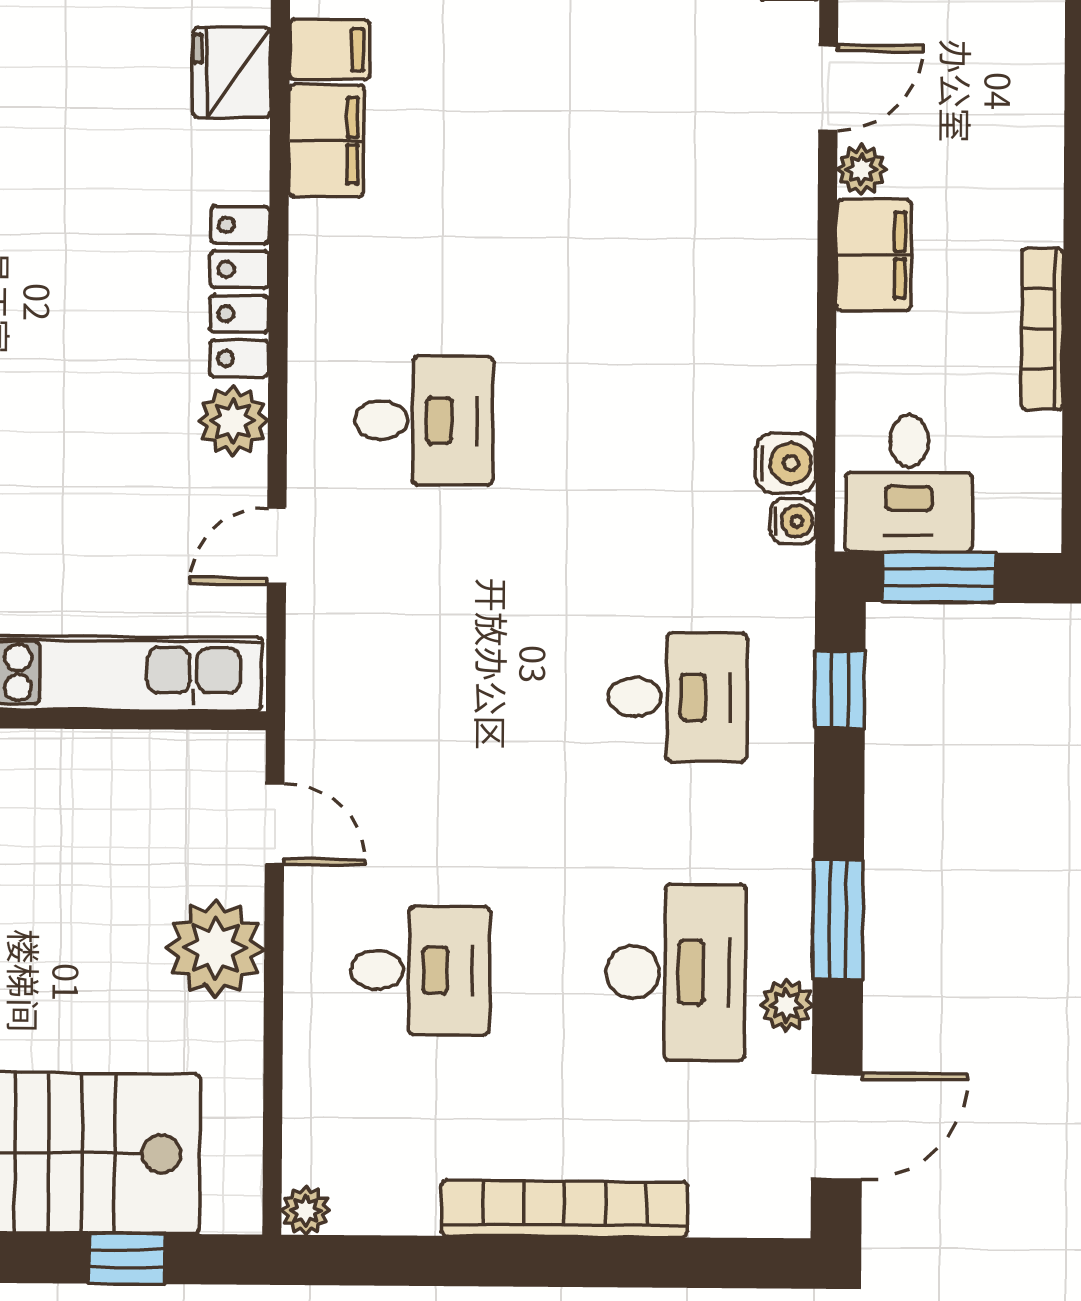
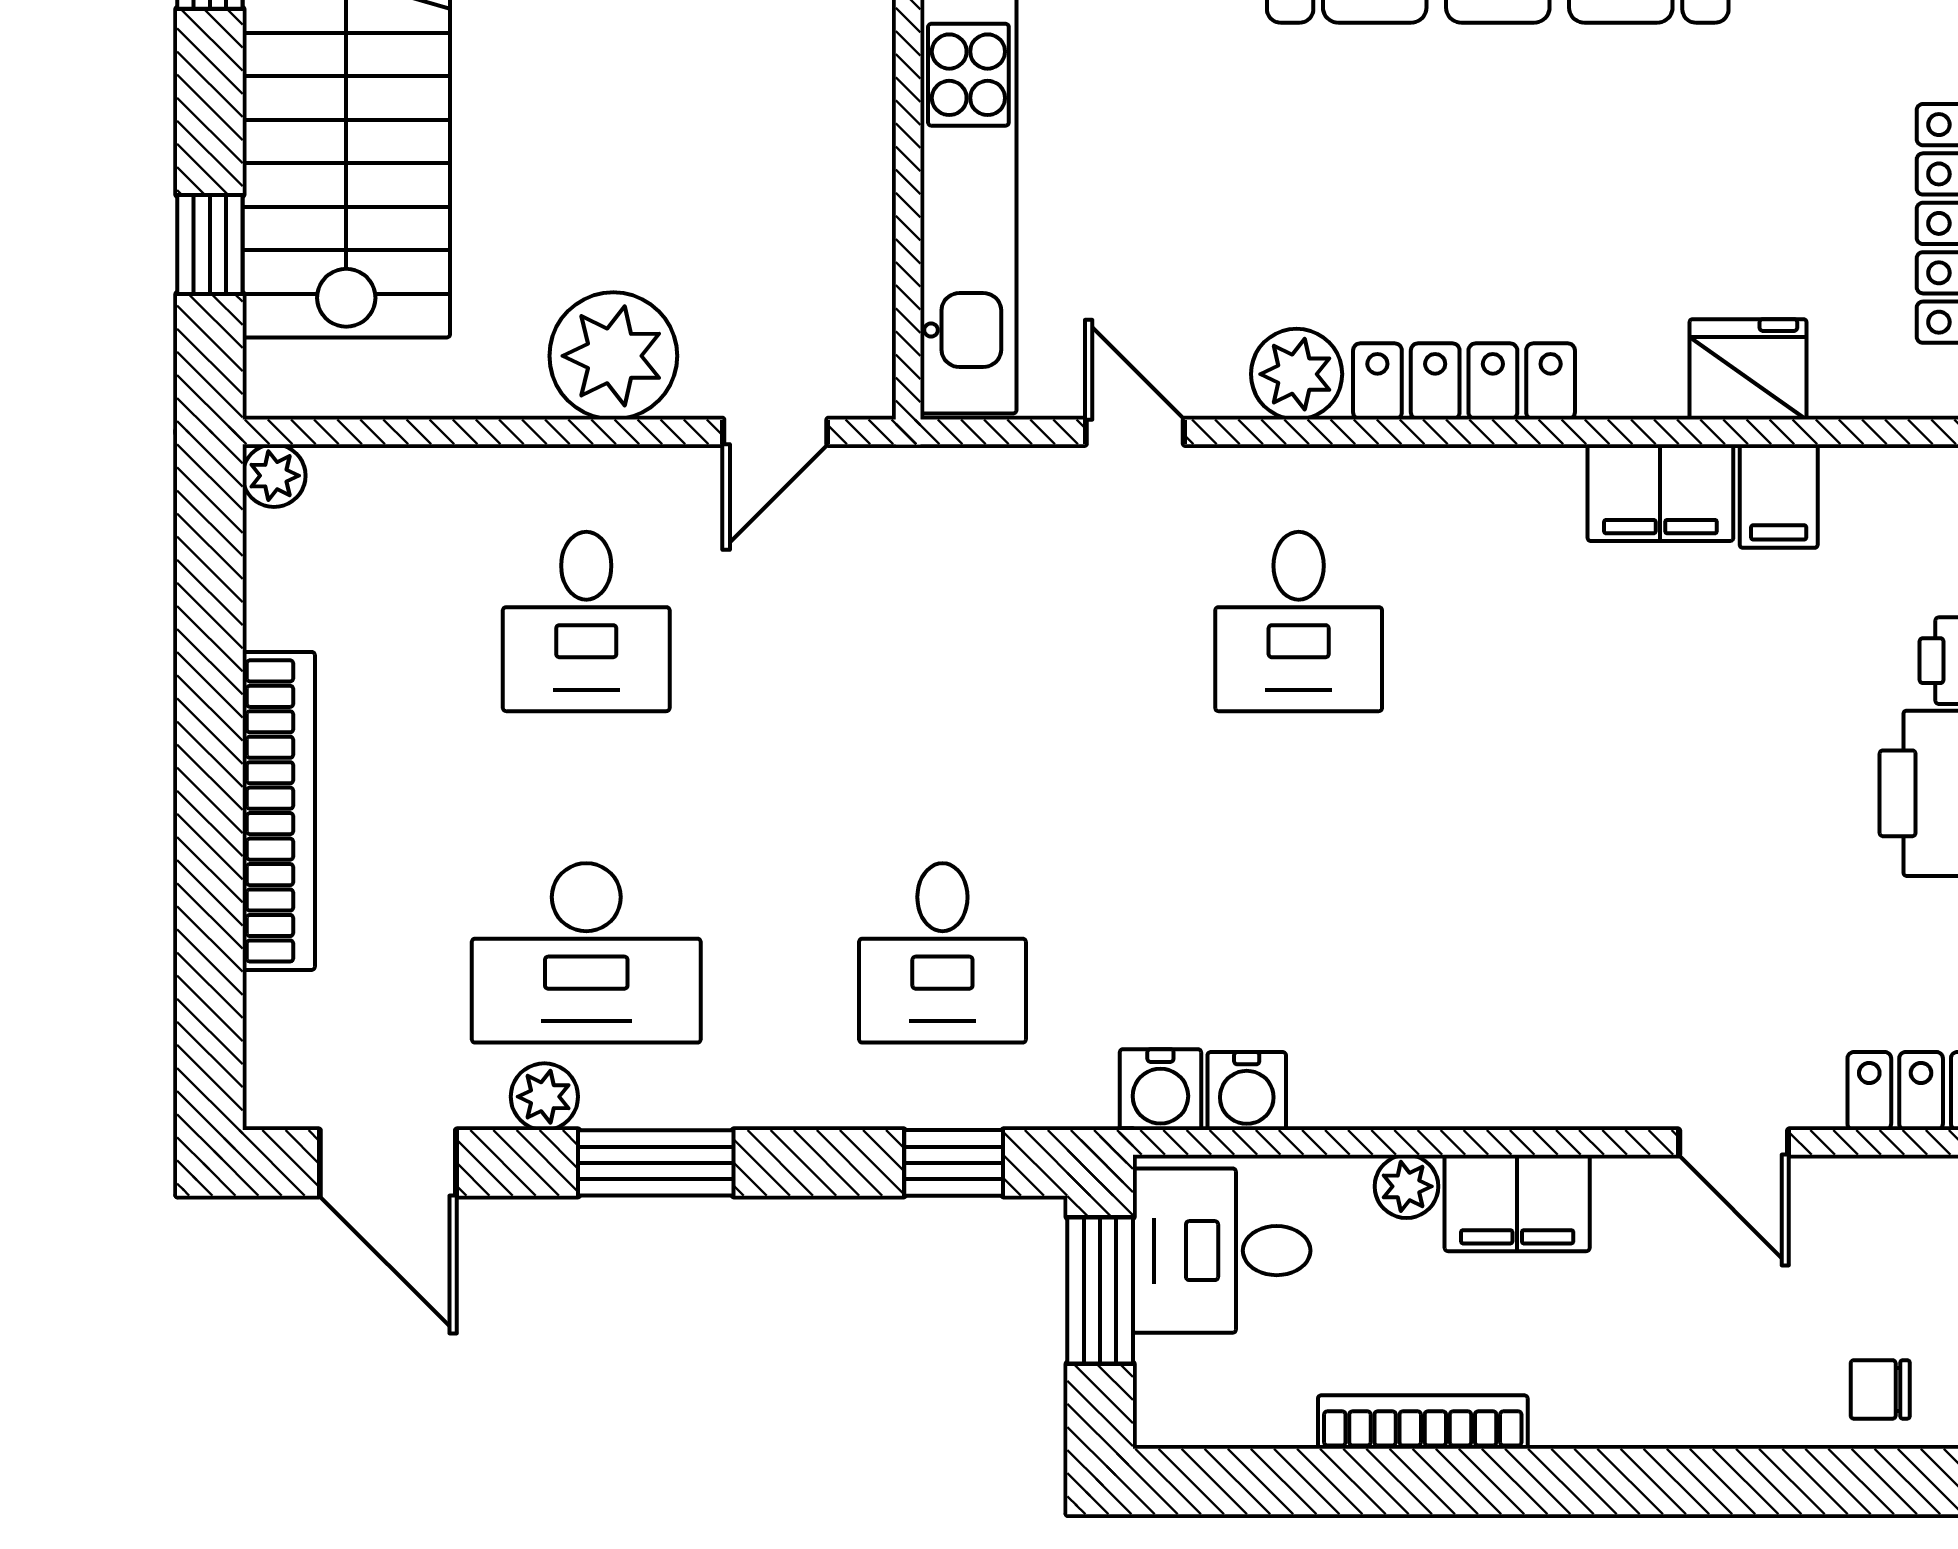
plant: (862, 170) -> (1406, 1186), moved
water cooler: (793, 521) -> (1160, 1090), width x1.38, depth x1.38

